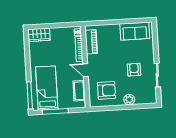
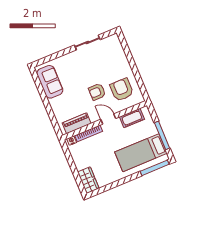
door: (85, 70) -> (108, 119), swing flipped
armchair: (134, 70) -> (97, 92), moved
plant: (129, 100) -> (123, 63), removed

